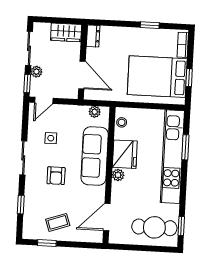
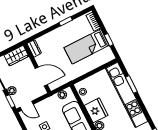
bed: (157, 77) -> (87, 46), width x0.67
door: (44, 100) -> (27, 106), hinge flipped

